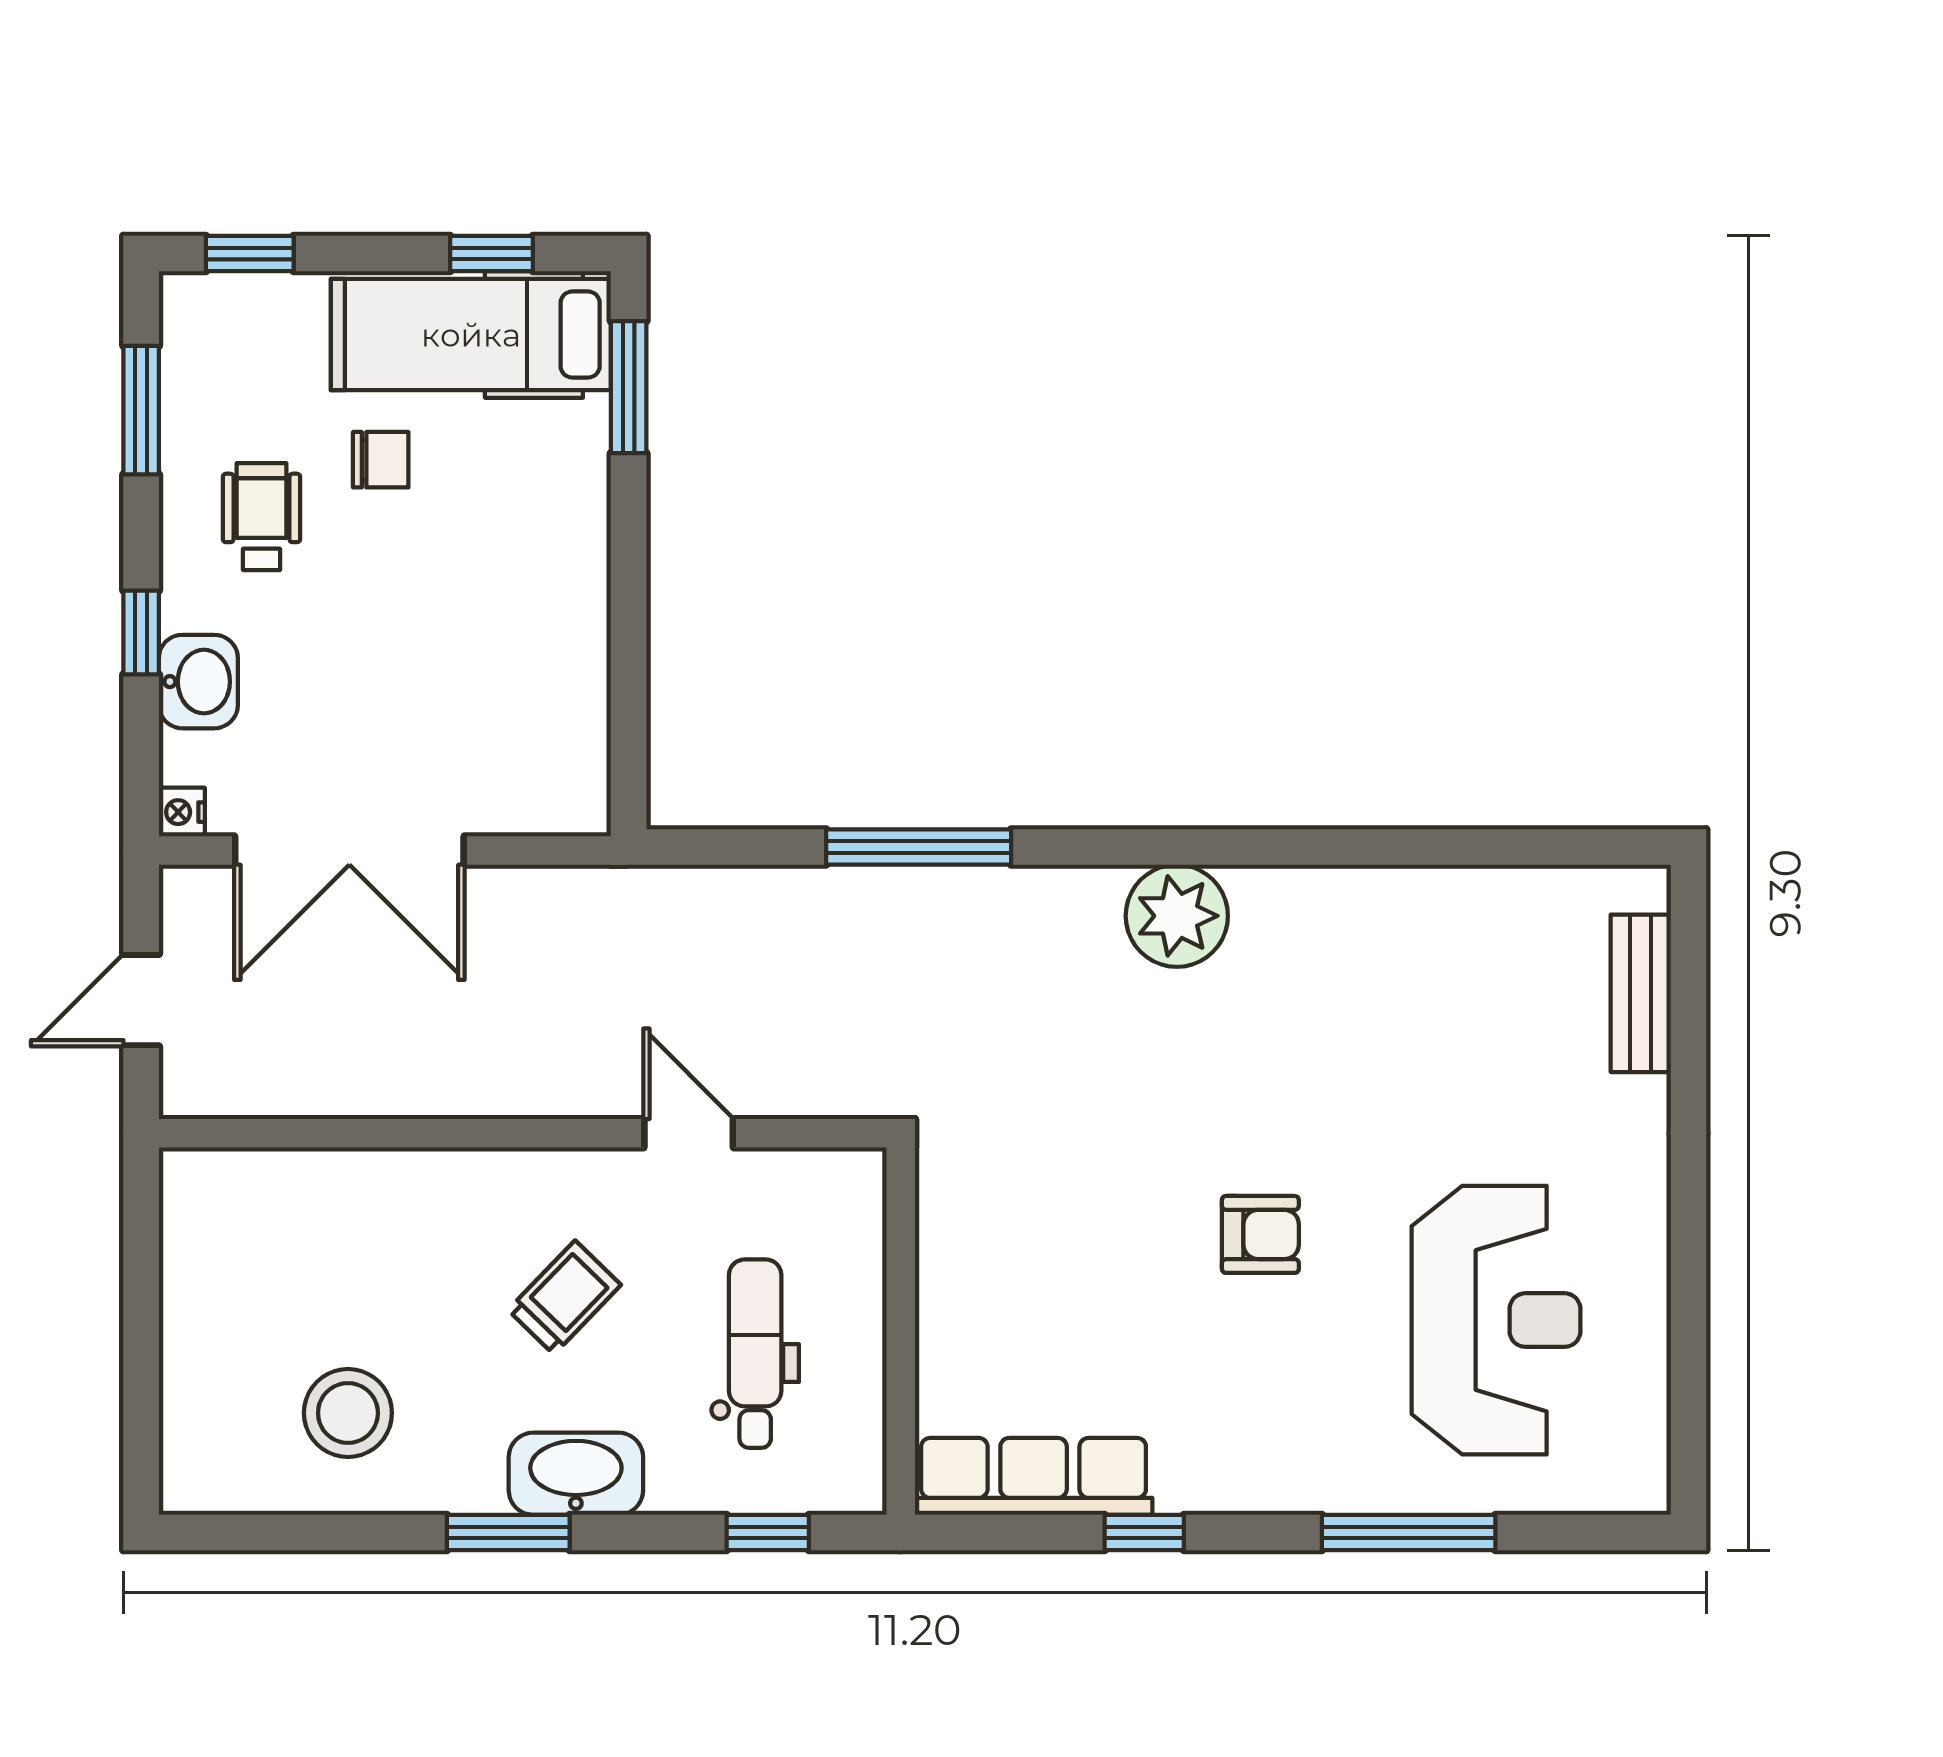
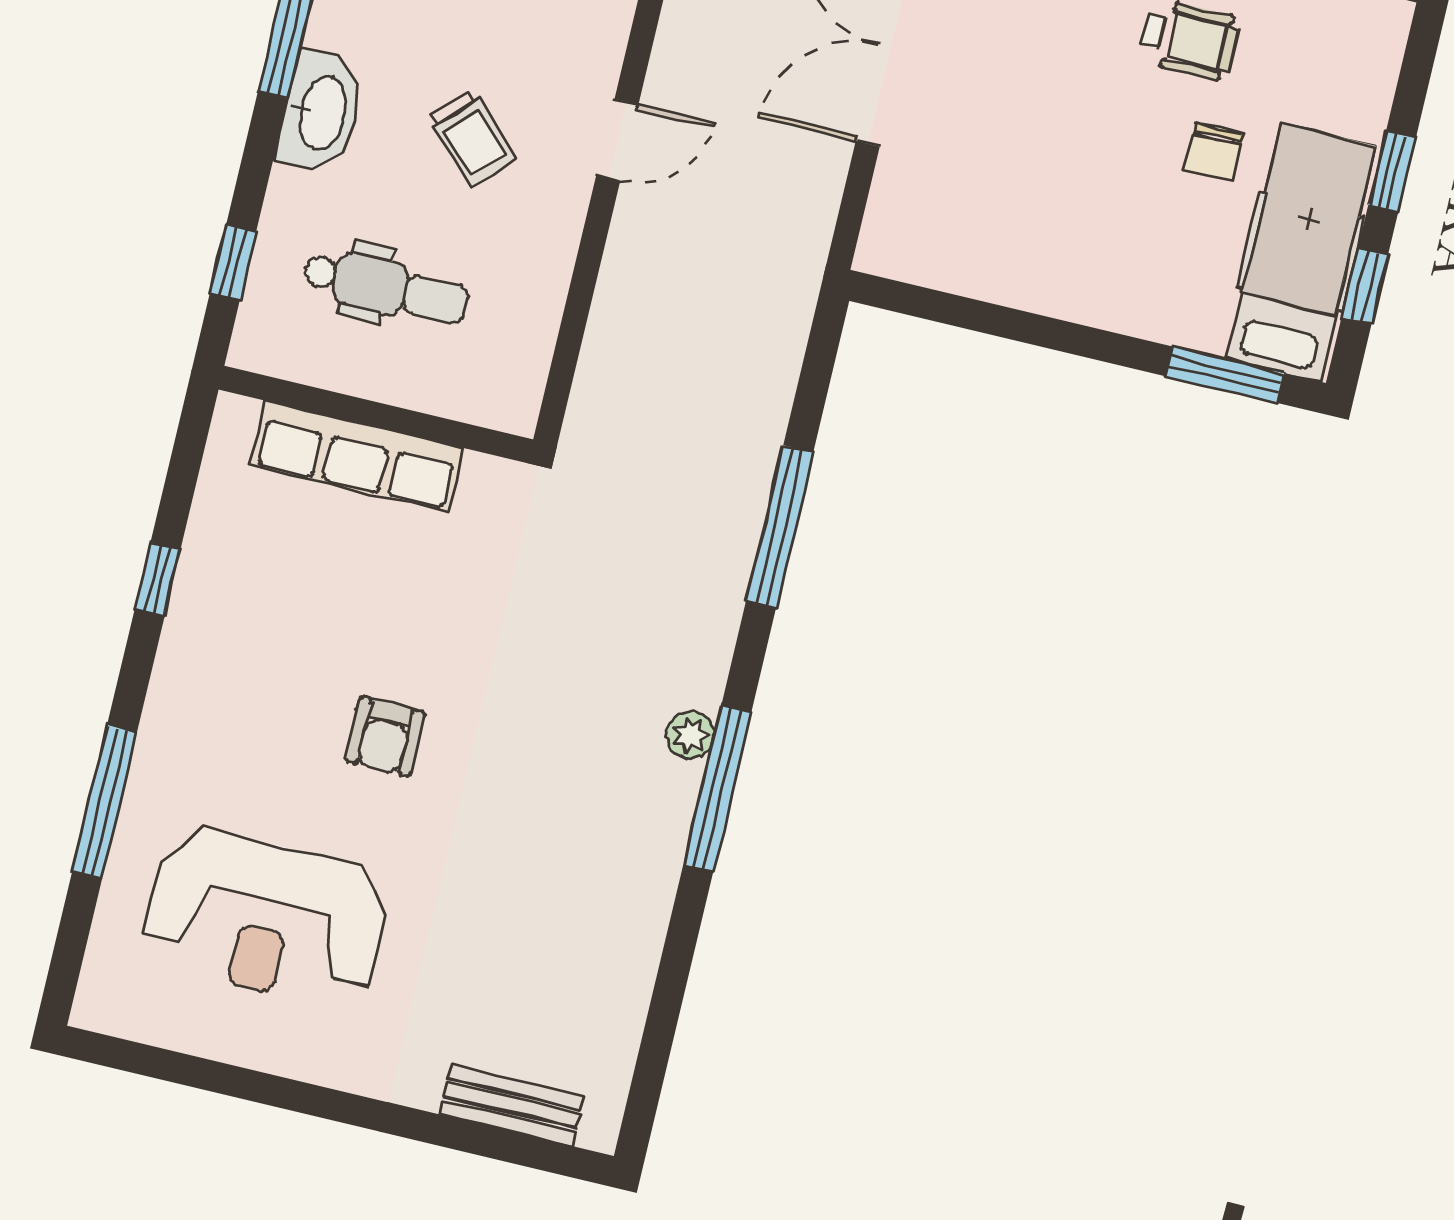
window: (250, 254) -> (1392, 172), moved
window: (1229, 847) -> (717, 788), added
plant: (1177, 916) -> (690, 735), width x0.53, depth x0.53
door: (689, 1133) -> (617, 140), moved
row of seats: (1034, 1476) -> (357, 457), moved, turned 90

